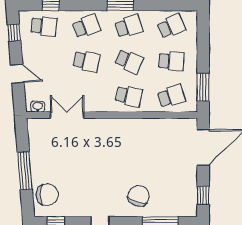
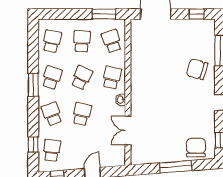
school desk: (129, 26) -> (52, 78), turned 36
school desk: (171, 26) -> (52, 41), turned 36
washbasin: (38, 107) -> (121, 100), moved

